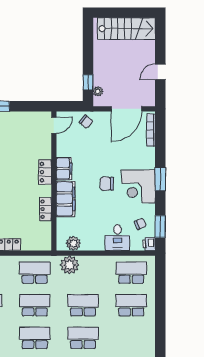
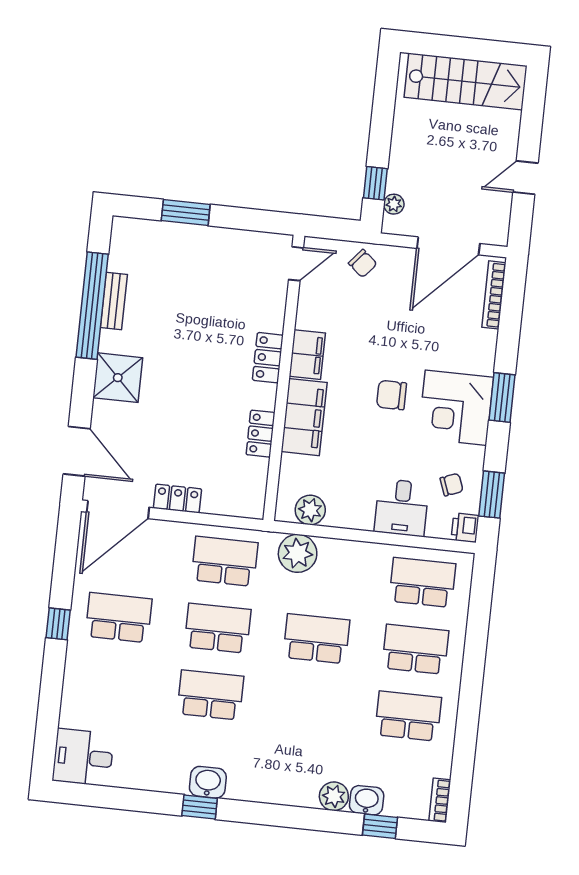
school desk: (83, 338) -> (408, 716), moved

